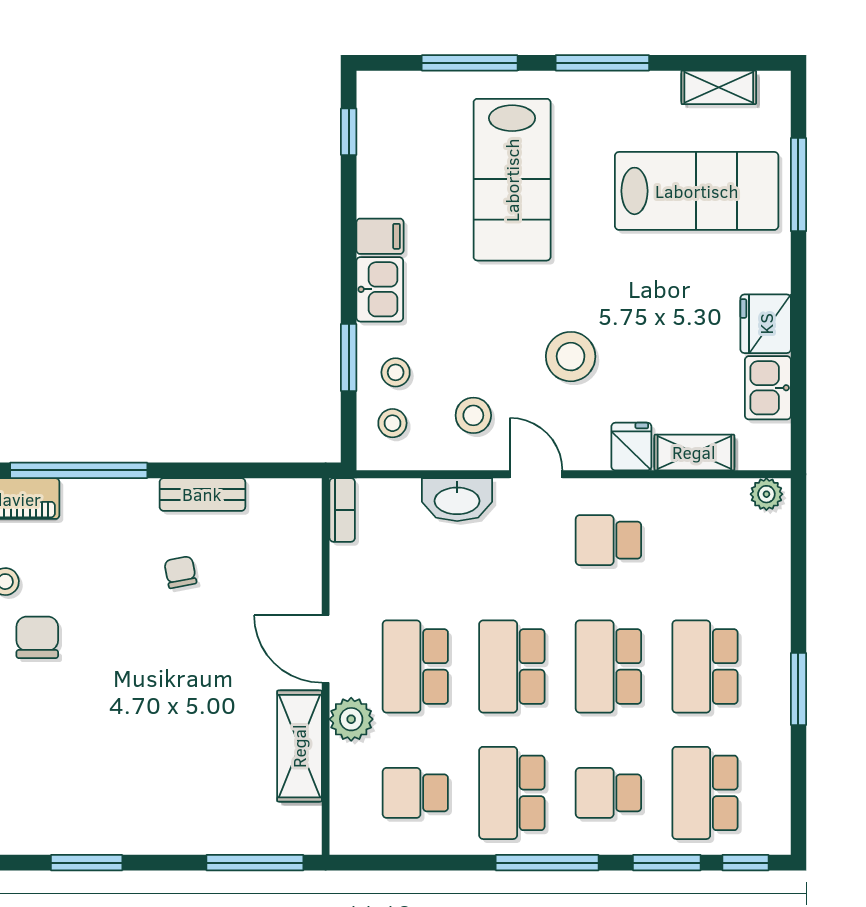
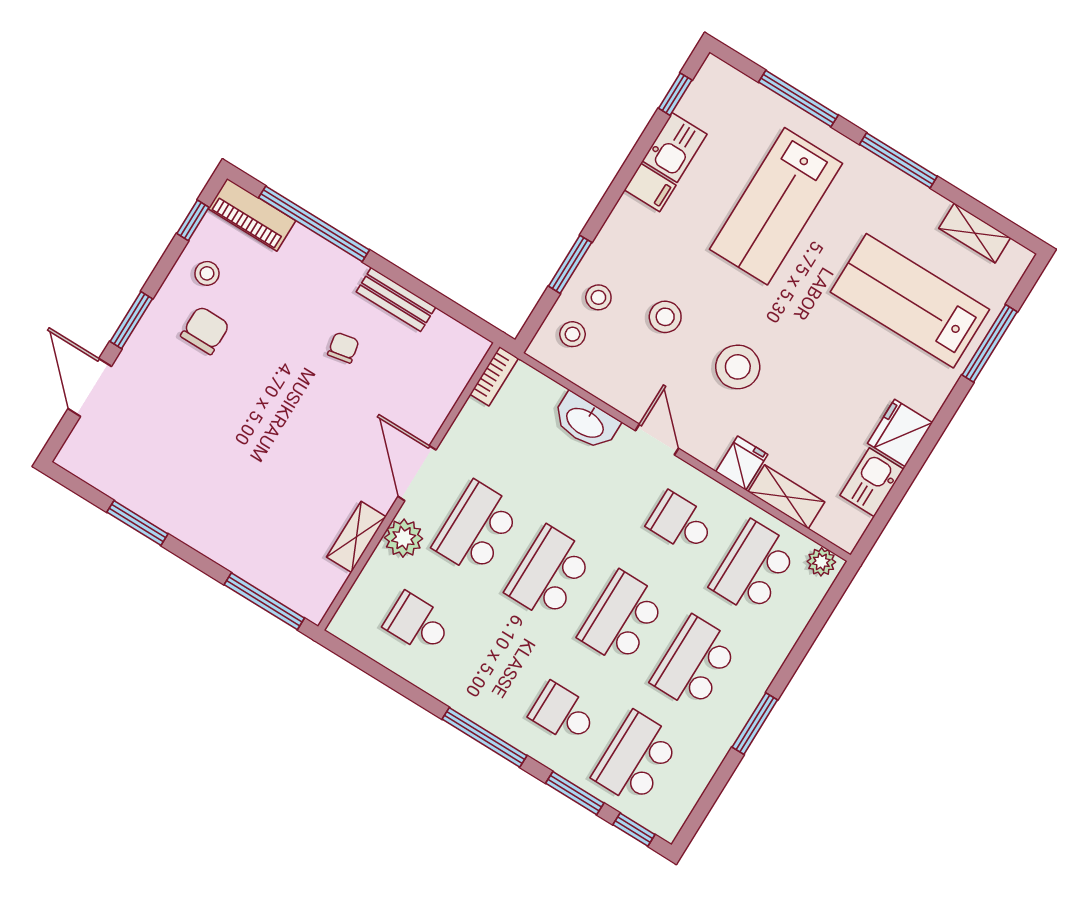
lab bench: (697, 191) -> (910, 301), turned 180
kitchen sink: (380, 289) -> (675, 147), moved
stool: (473, 415) -> (665, 317), moved
shelving: (299, 746) -> (356, 537), width x0.67, depth x0.75
school desk: (512, 793) -> (754, 568), moved

